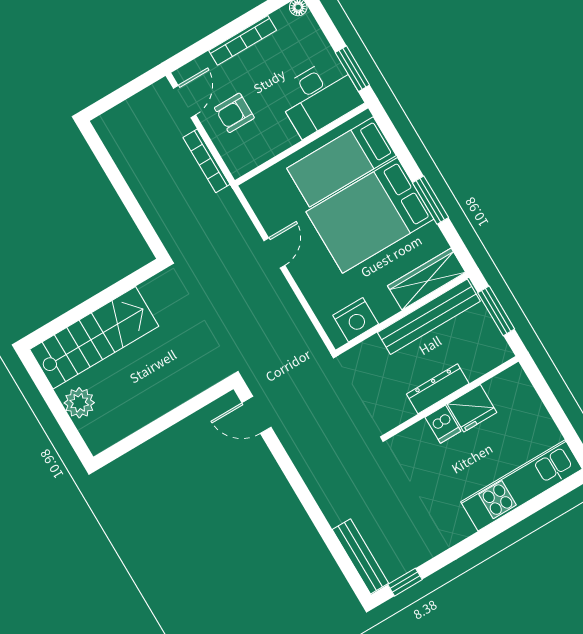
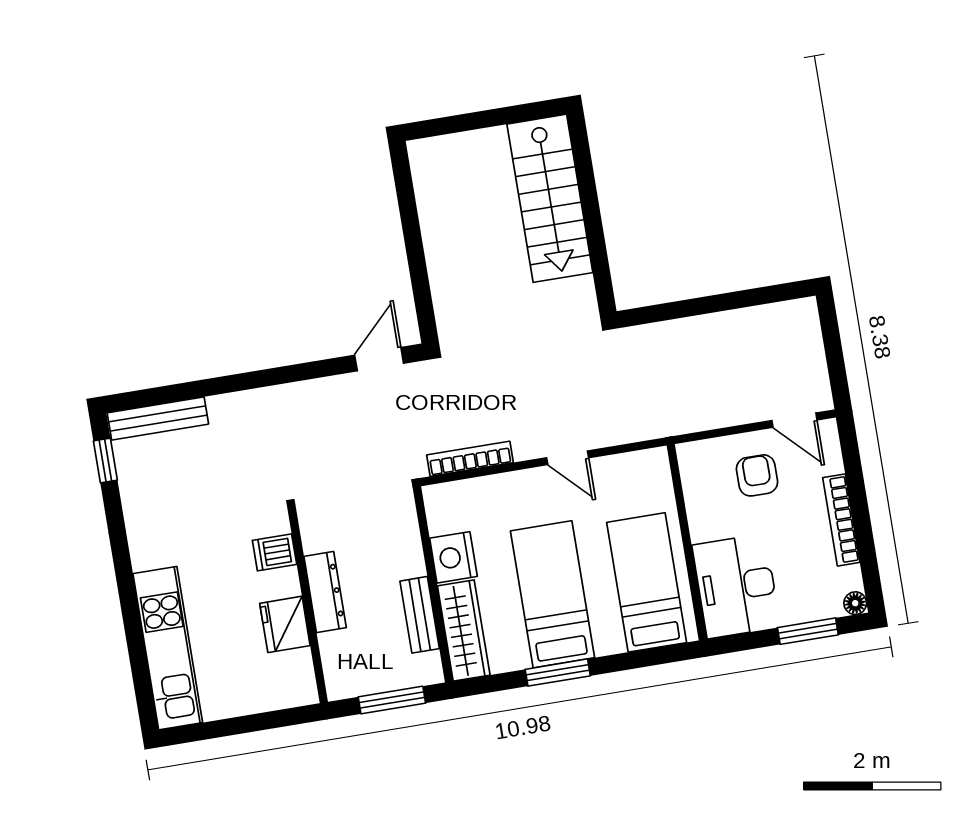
window: (352, 69) -> (808, 631), moved
bookcase: (206, 161) -> (470, 459), moved
bed: (370, 215) -> (553, 594), width x0.67
bench: (429, 317) -> (420, 615), width x0.54, depth x0.82
nightstand: (356, 320) -> (453, 557), moved
plant: (79, 403) -> (478, 149), removed
dishwasher: (443, 424) -> (275, 552), moved

